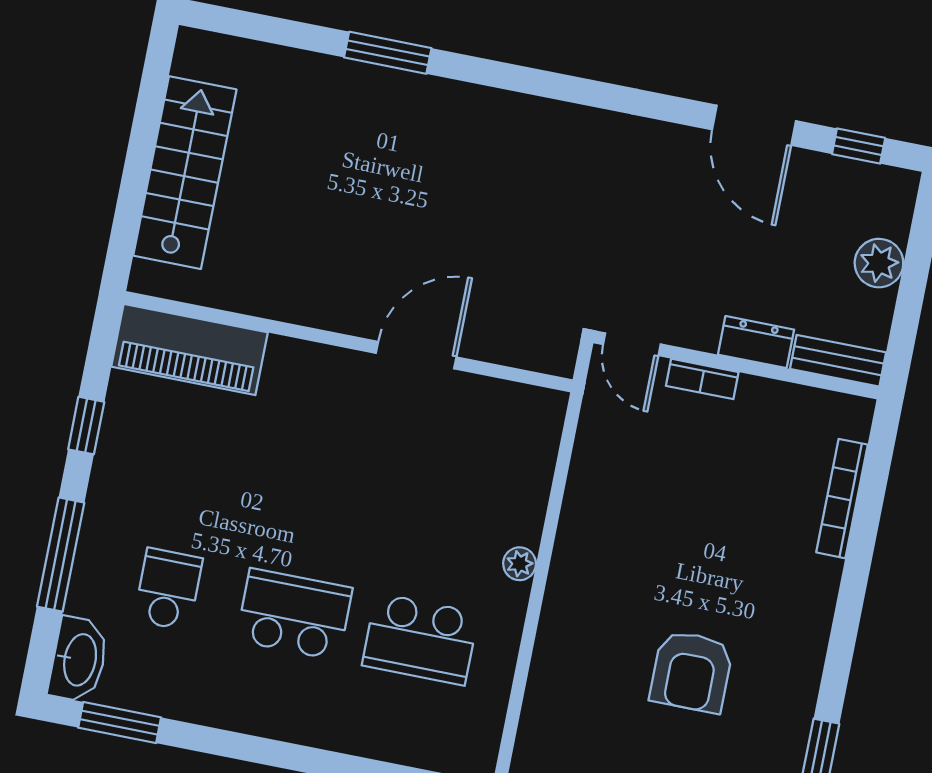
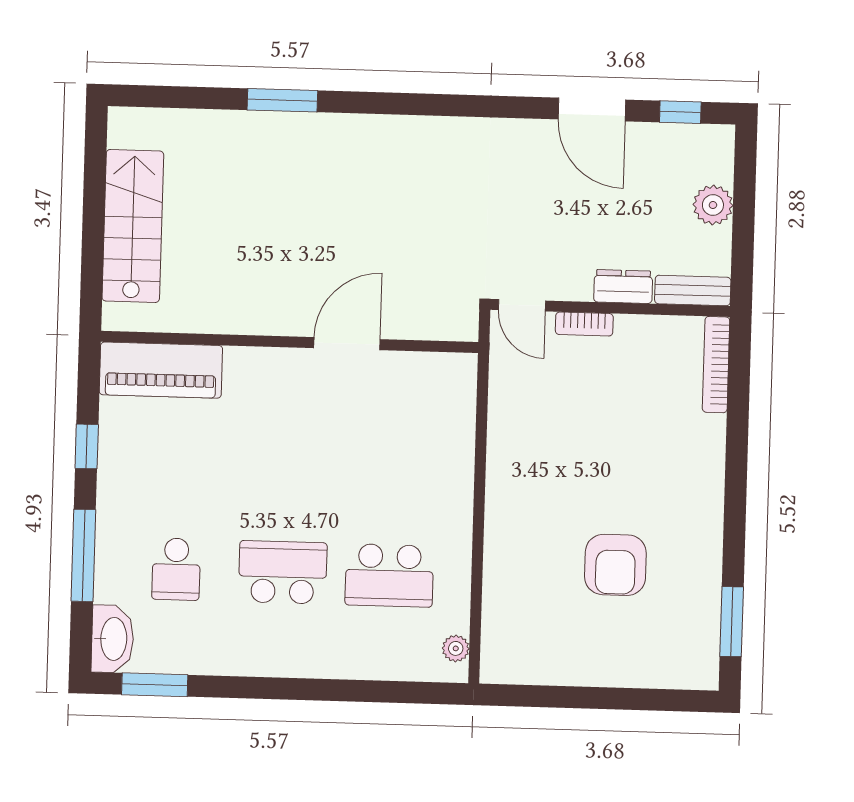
bookcase: (842, 499) -> (716, 365), moved
plant: (520, 564) -> (456, 648), moved
school desk: (168, 589) -> (176, 569), turned 180

